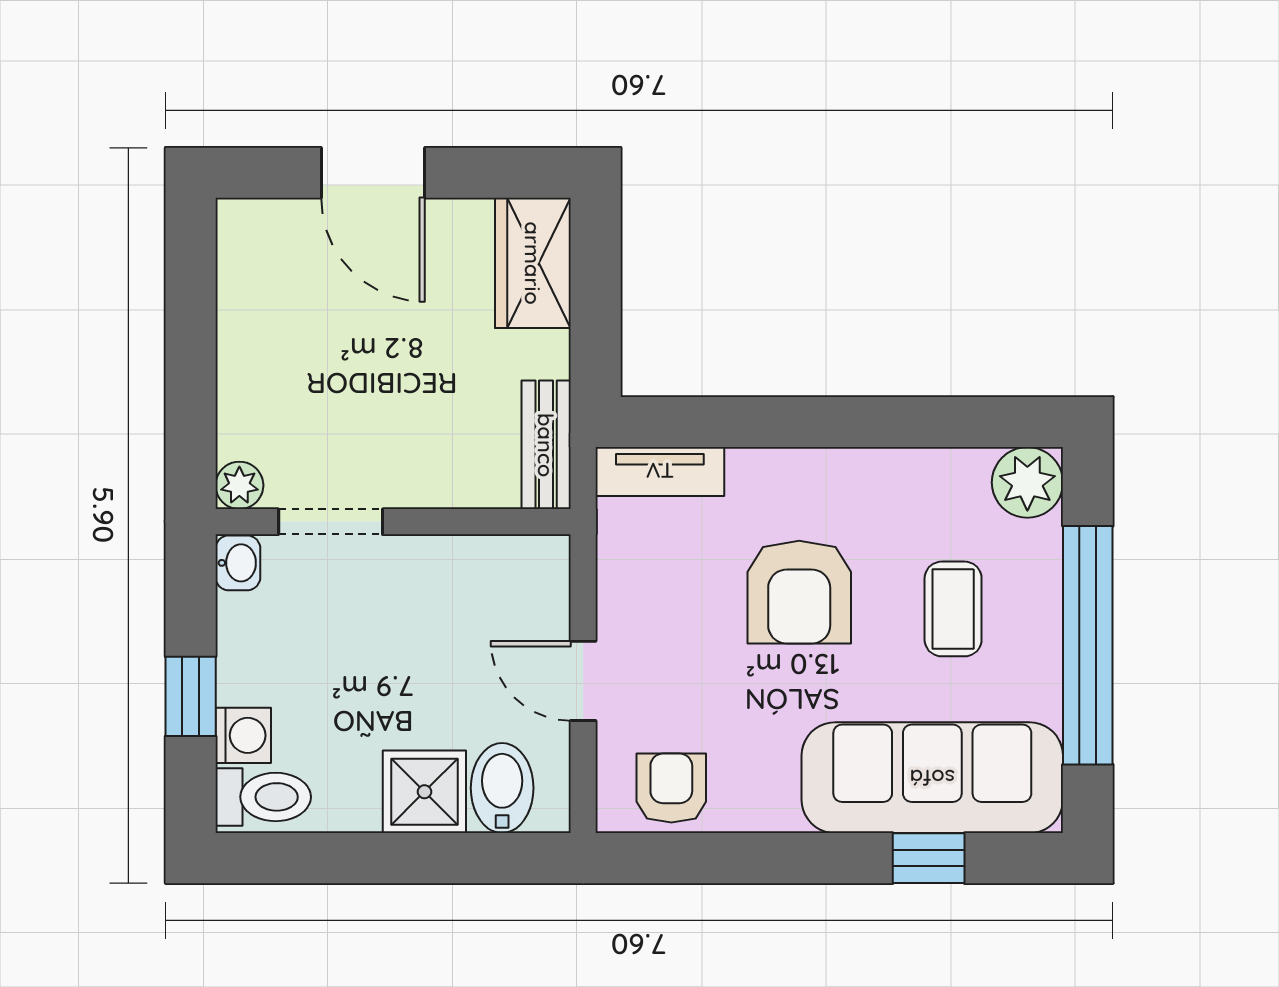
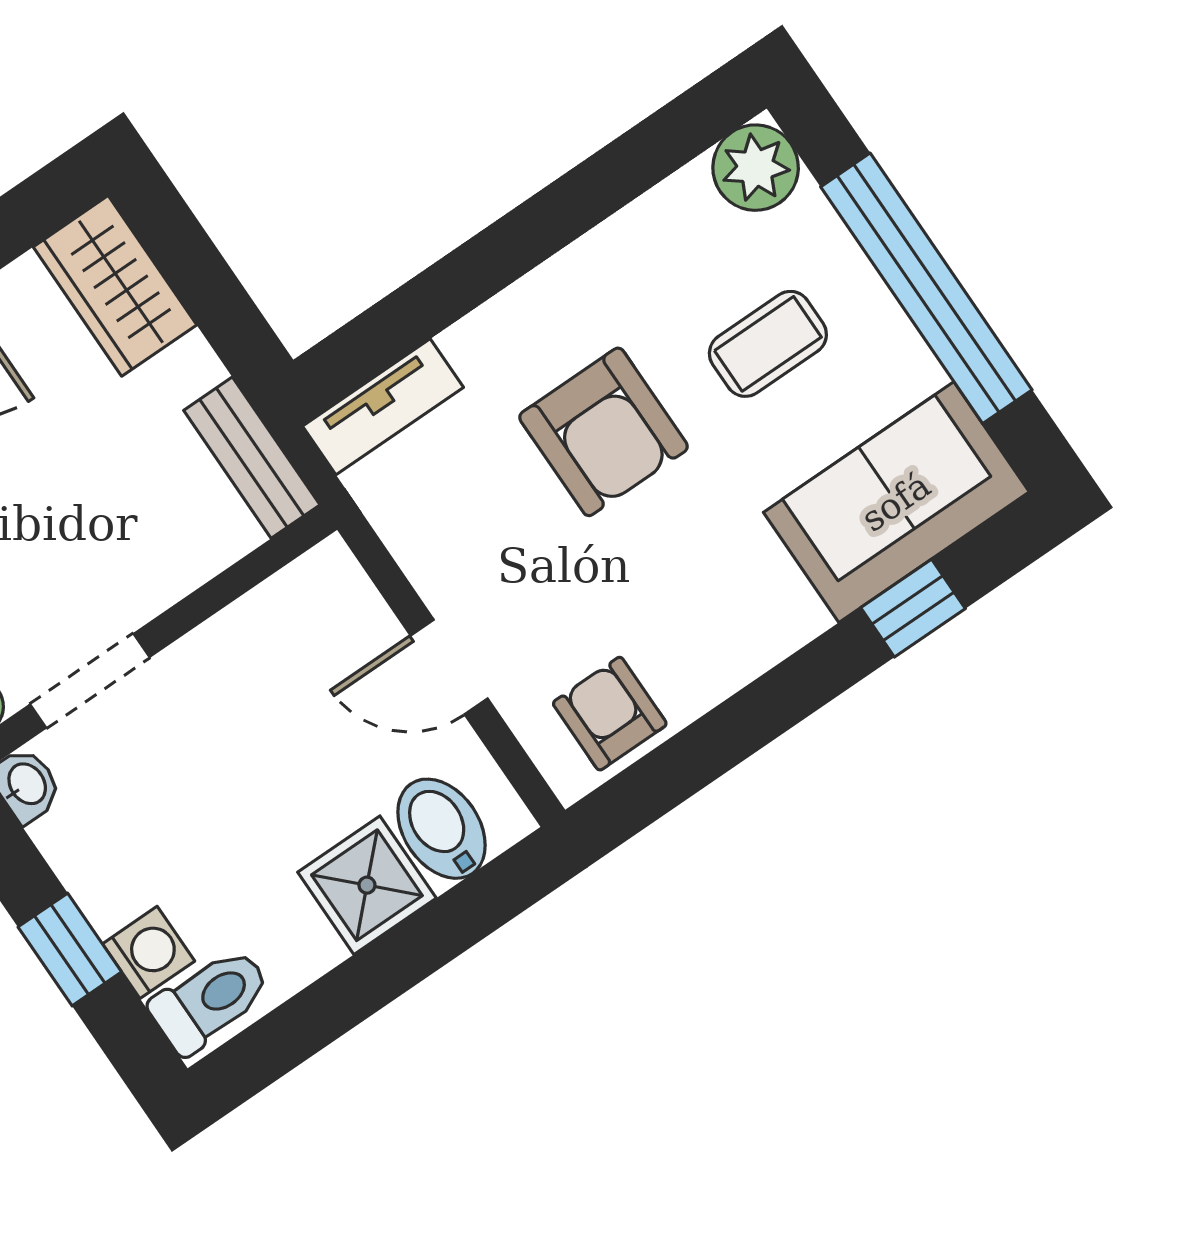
coffee table: (953, 609) -> (768, 344), turned 90
sofa: (932, 778) -> (896, 502), width x0.73

